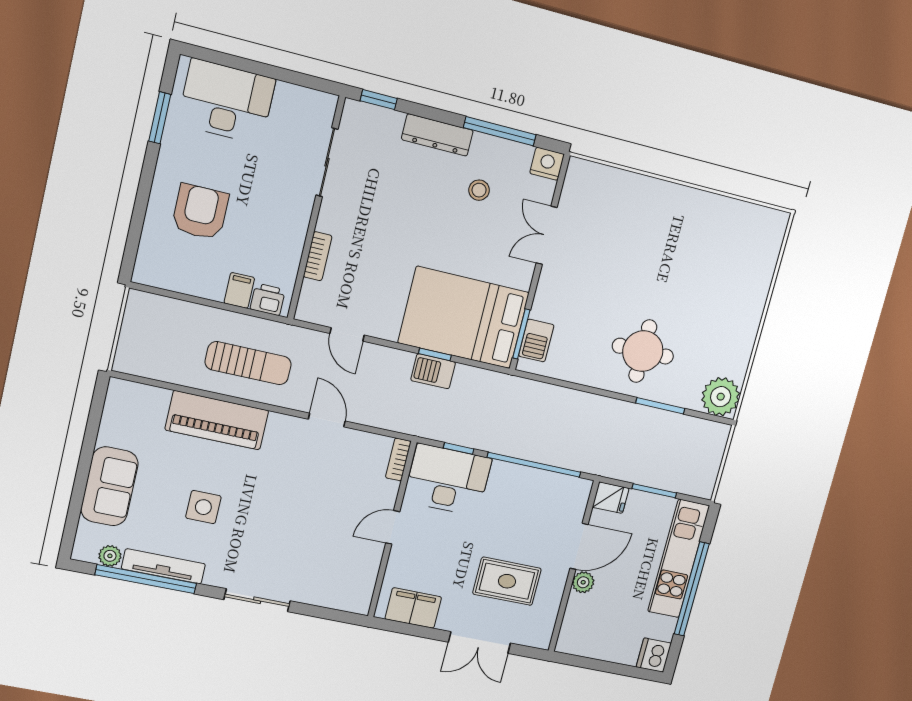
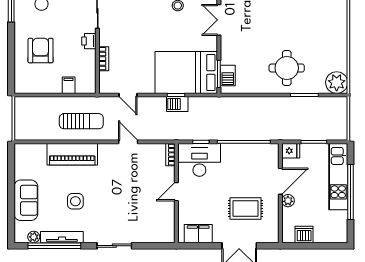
printer: (268, 299) -> (89, 41), moved, turned -90
dishwasher: (654, 655) -> (304, 234), moved, turned 90

